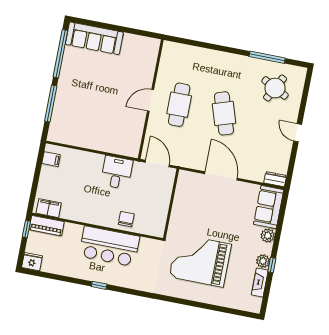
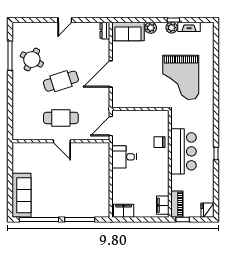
round table: (275, 88) -> (32, 60), moved
filing cabinet: (51, 159) -> (124, 211), width x2.00

